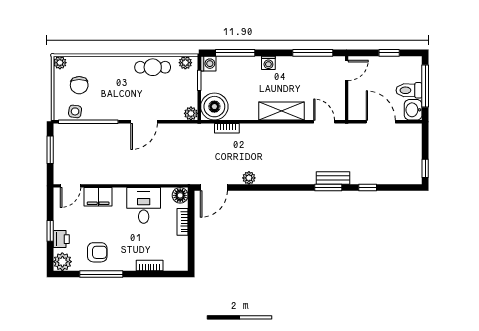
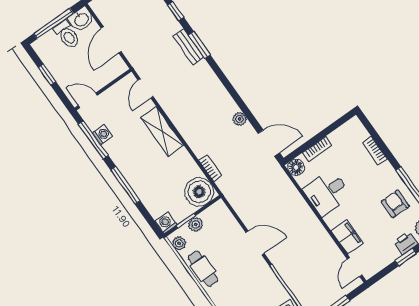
window: (235, 53) -> (125, 185), moved
washing machine: (268, 63) -> (102, 135), moved
plant: (191, 113) -> (196, 224), moved
door: (71, 186) -> (355, 267), swing flipped

